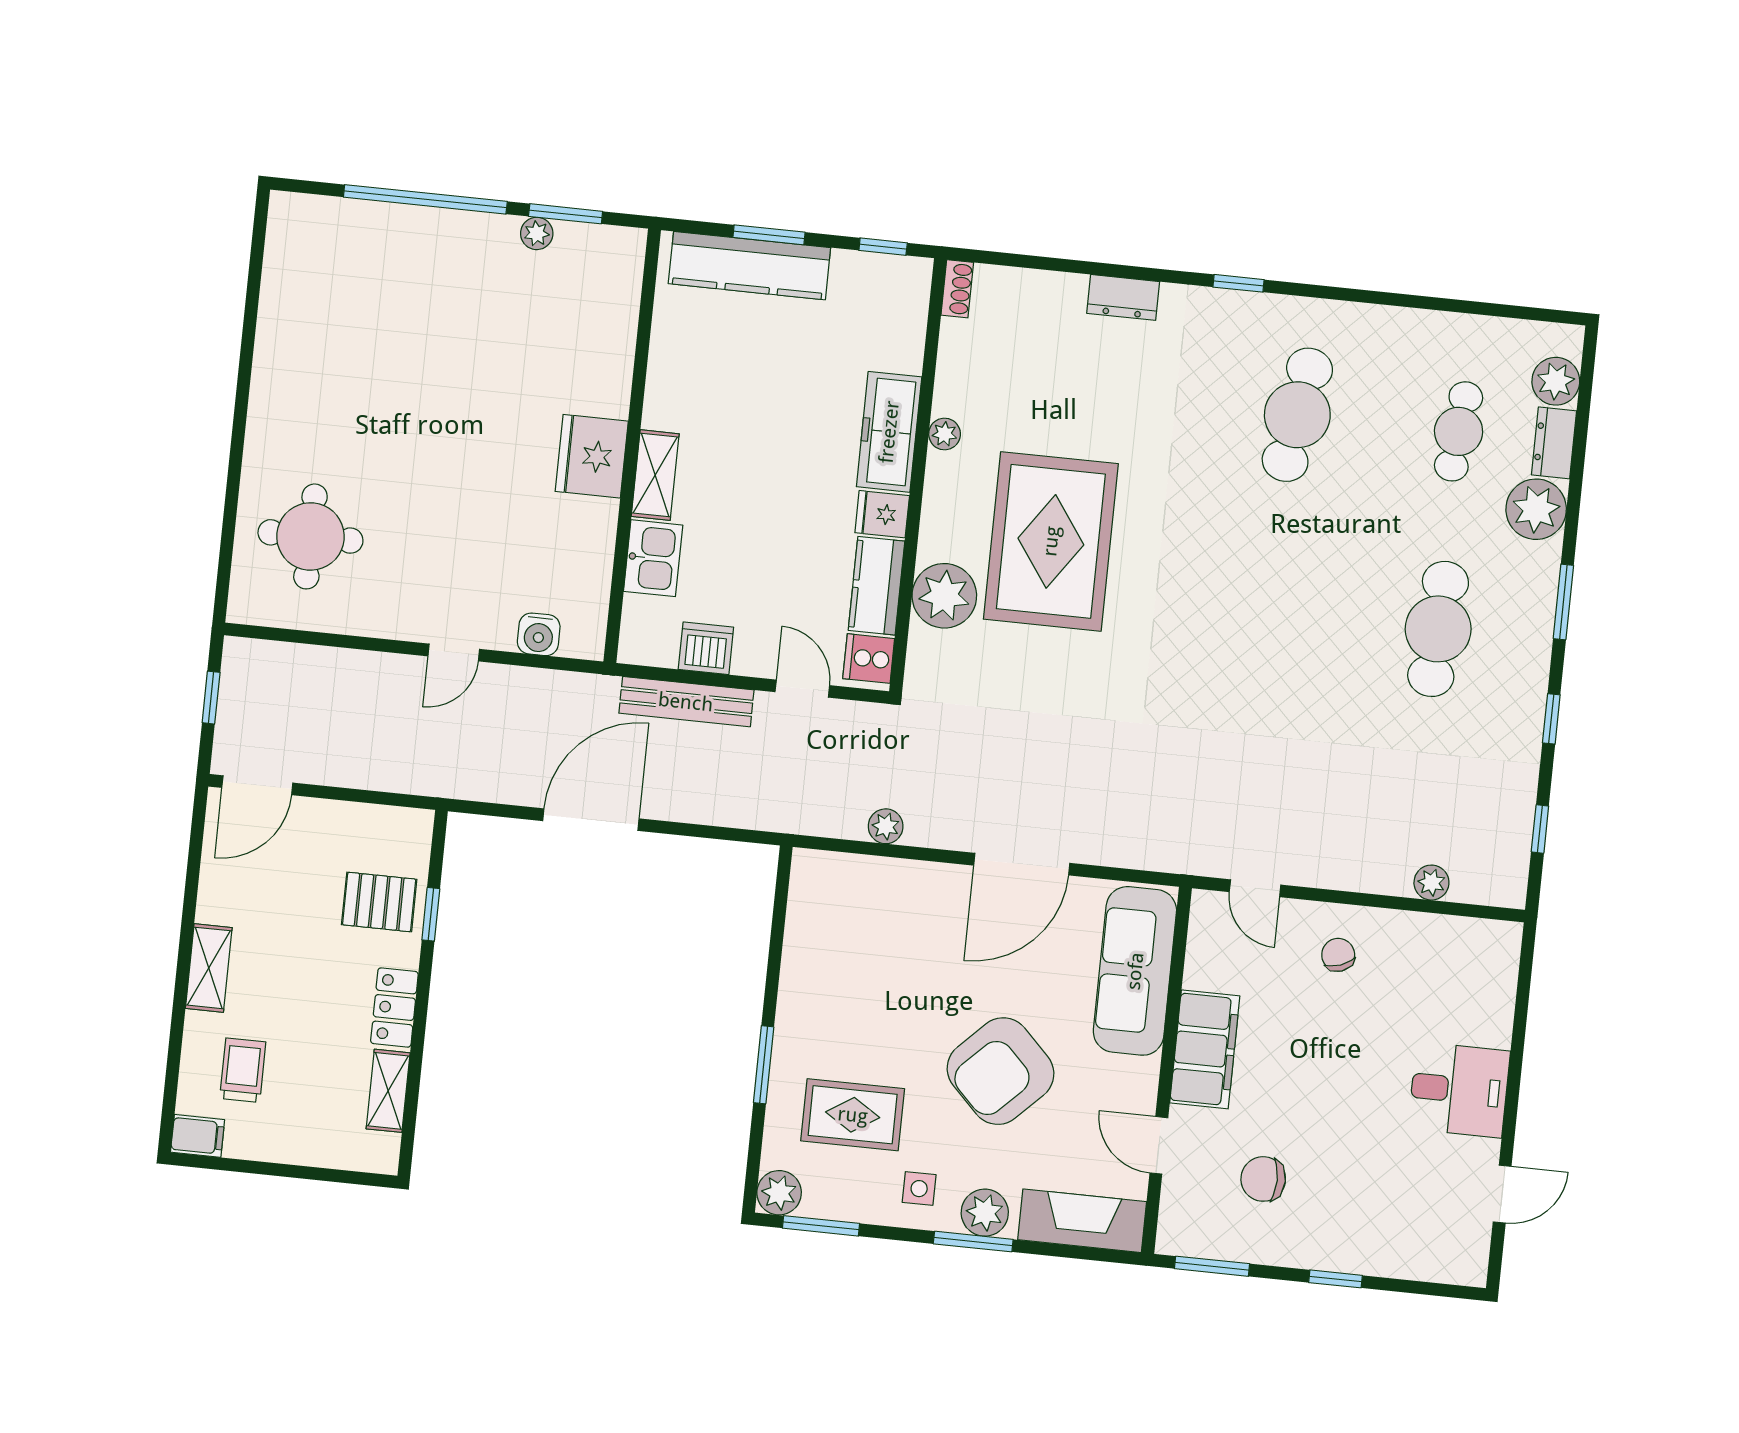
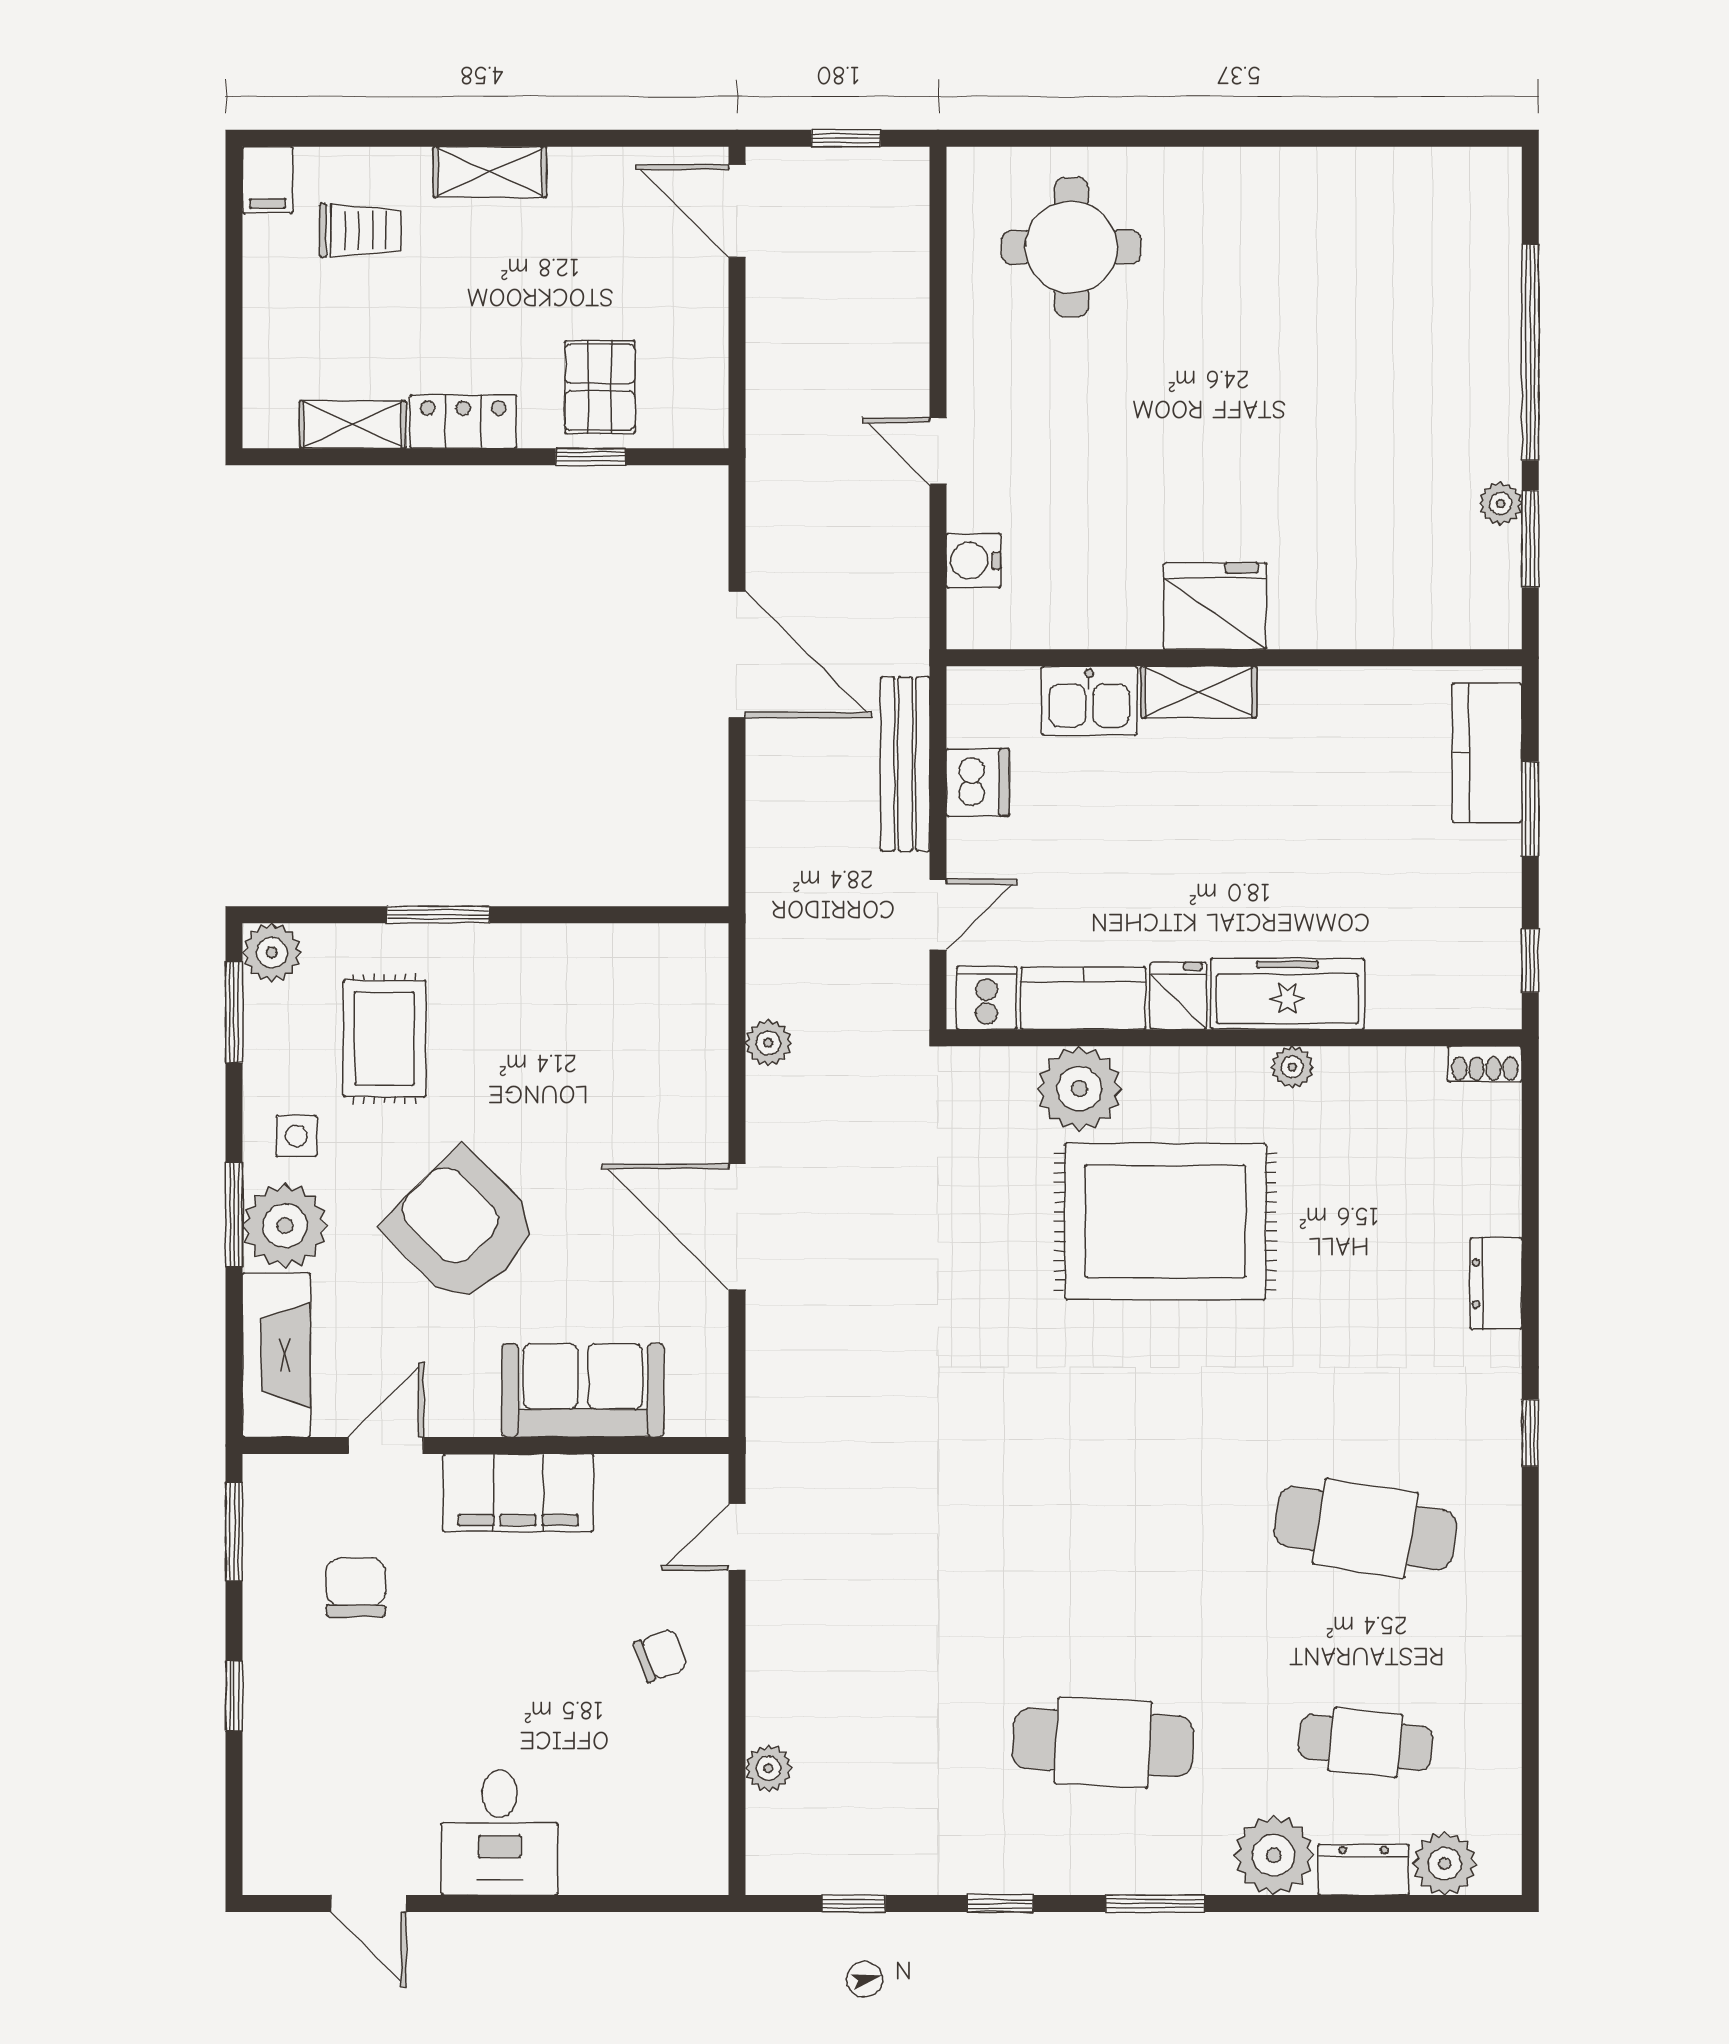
kitchen counter: (749, 266) -> (1487, 753), width x0.67
sofa: (1135, 971) -> (583, 1390), width x0.73
plant: (985, 1213) -> (285, 1226), width x1.36, depth x1.36

